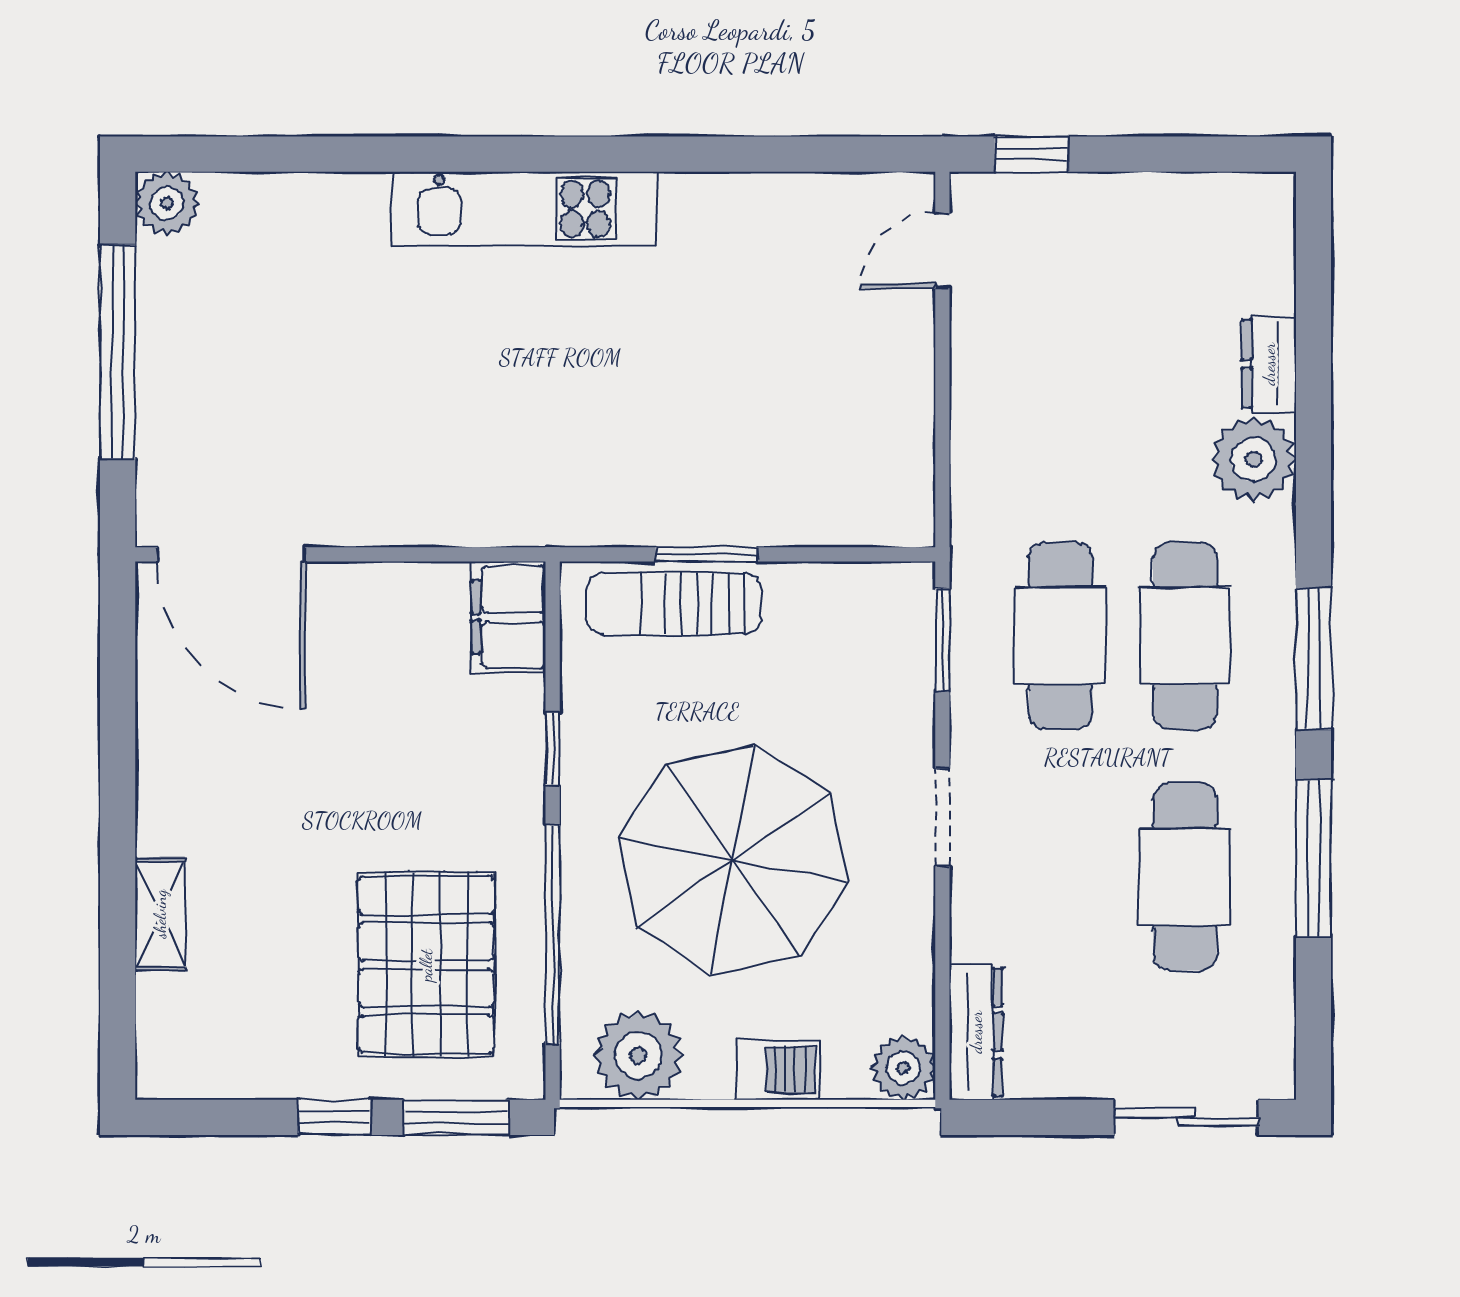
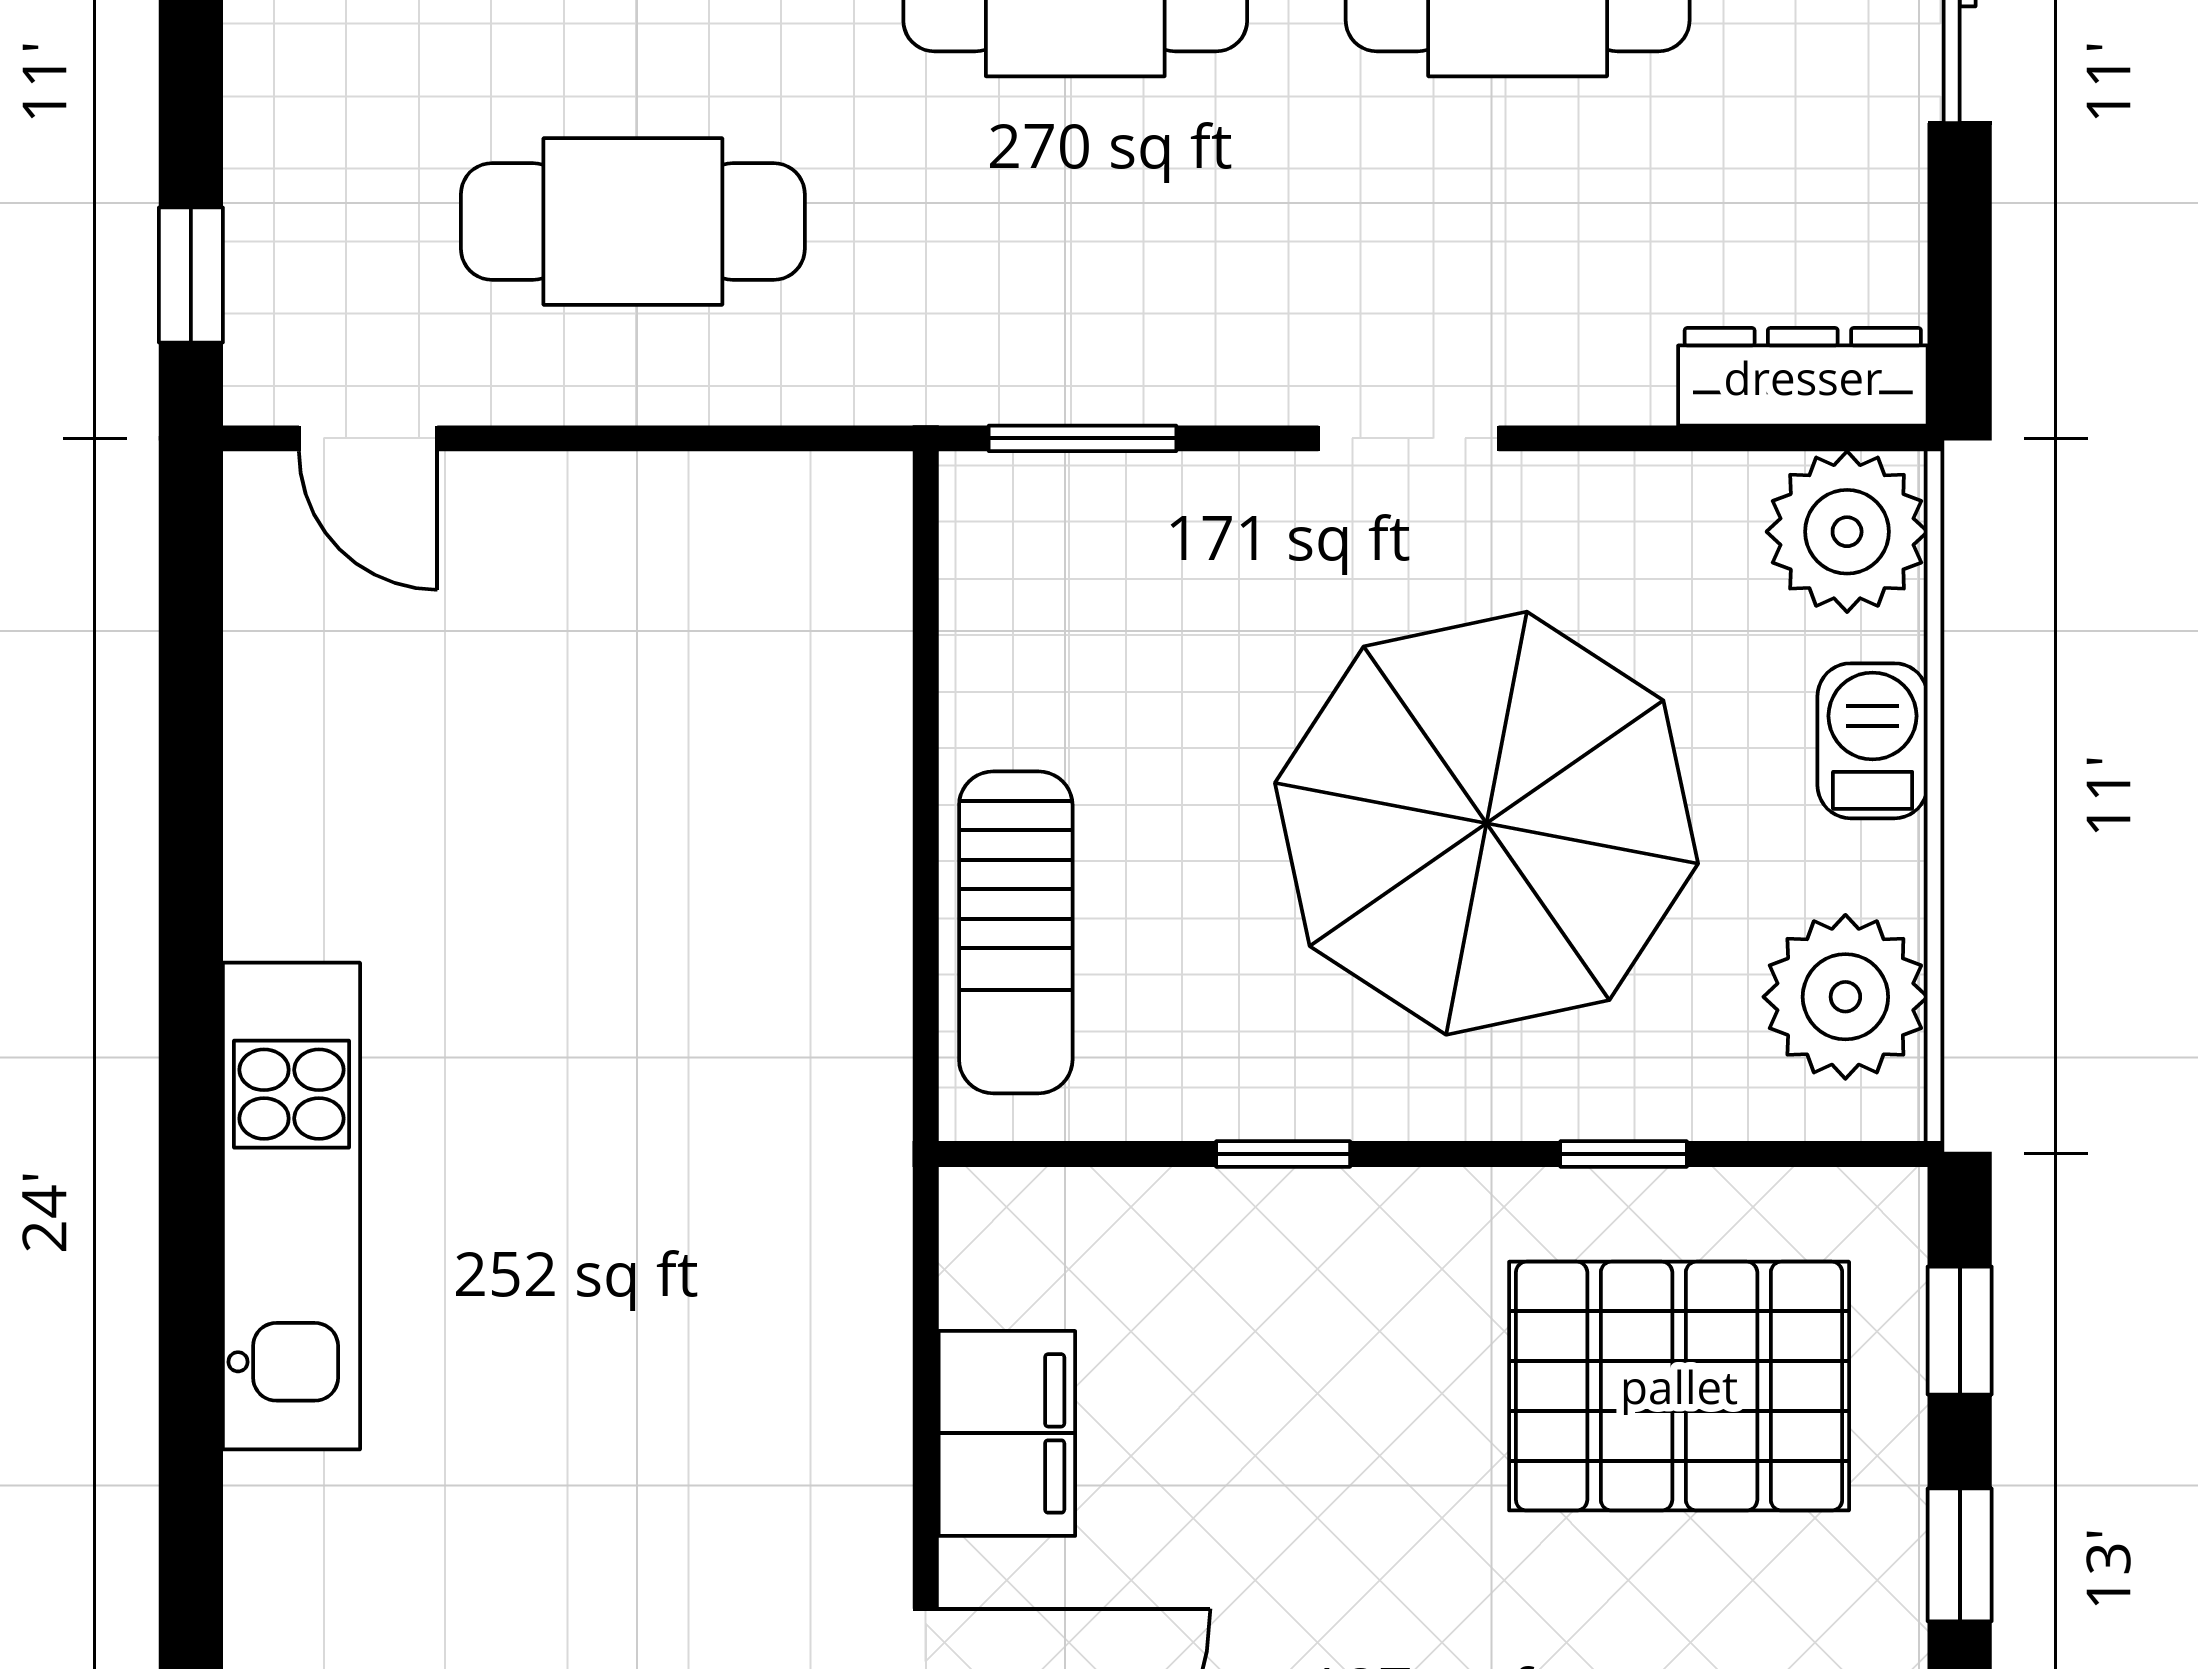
window: (707, 554) -> (926, 871), removed
filing cabinet: (508, 617) -> (1007, 1433), moved, turned -90
cafe table: (1061, 636) -> (633, 221), moved
window: (553, 934) -> (1624, 1154), width x0.32
plant: (903, 1068) -> (1847, 532), width x1.36, depth x1.36
window: (456, 1117) -> (1960, 1331), width x0.67

